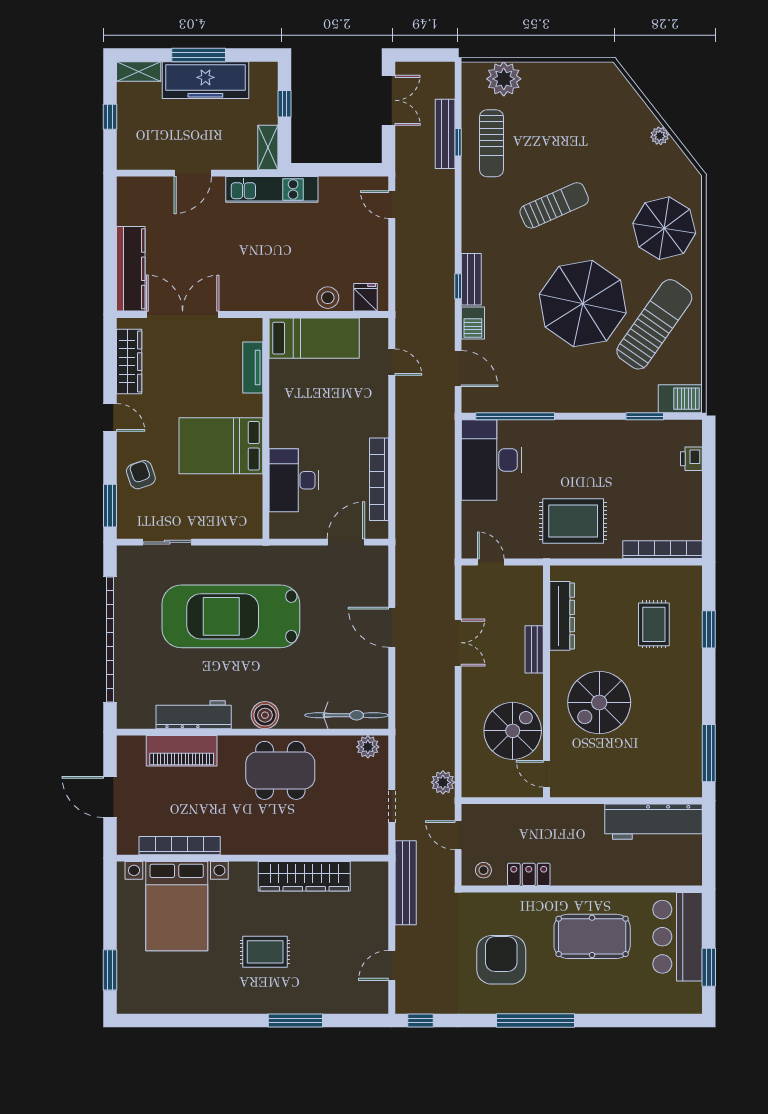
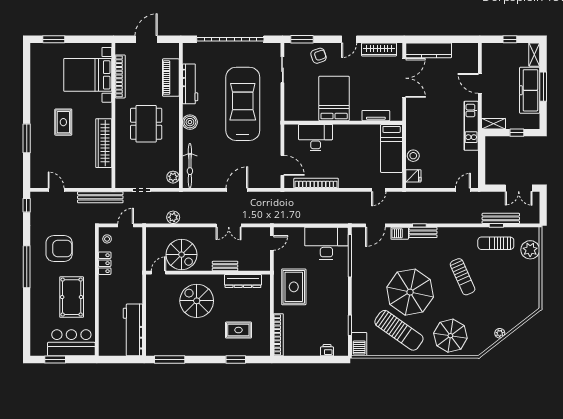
dining table: (280, 770) -> (146, 124), moved
plant: (443, 782) -> (173, 217), moved

